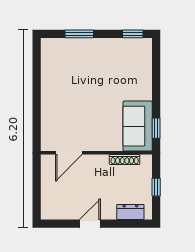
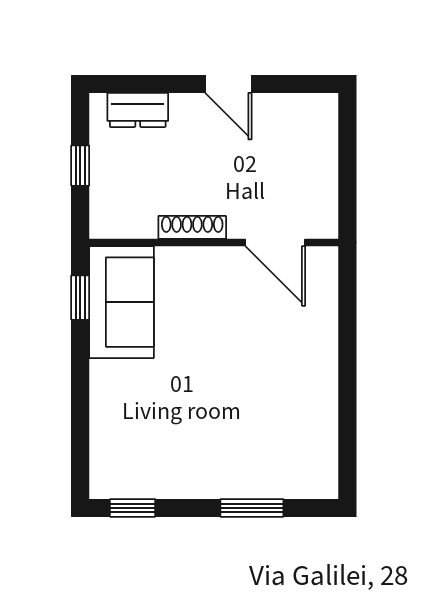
door: (69, 153) -> (275, 243), swing flipped
shoe rack: (125, 159) -> (192, 227), moved
door: (90, 224) -> (228, 84), hinge flipped

